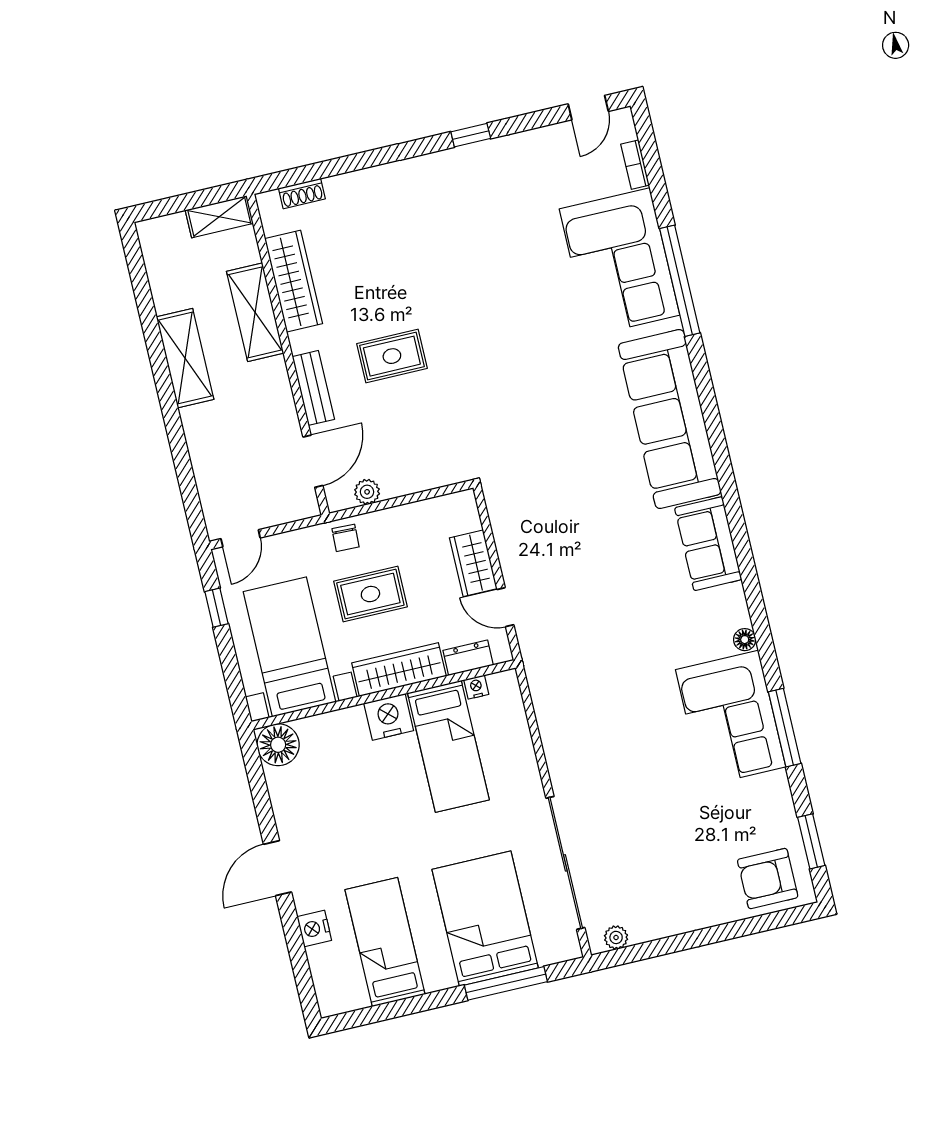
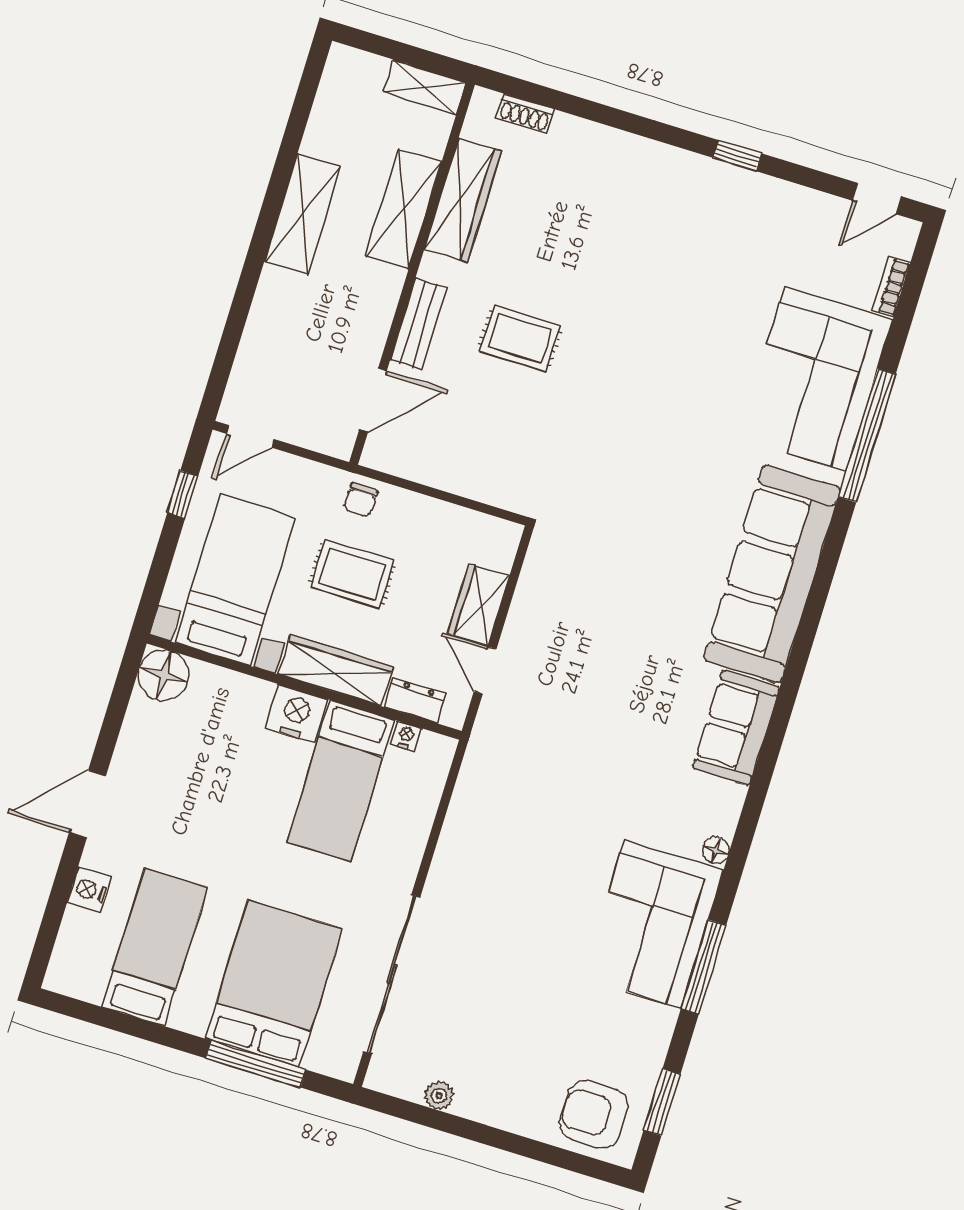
plant: (367, 492) -> (411, 465), removed
plant: (616, 937) -> (439, 1096), moved

